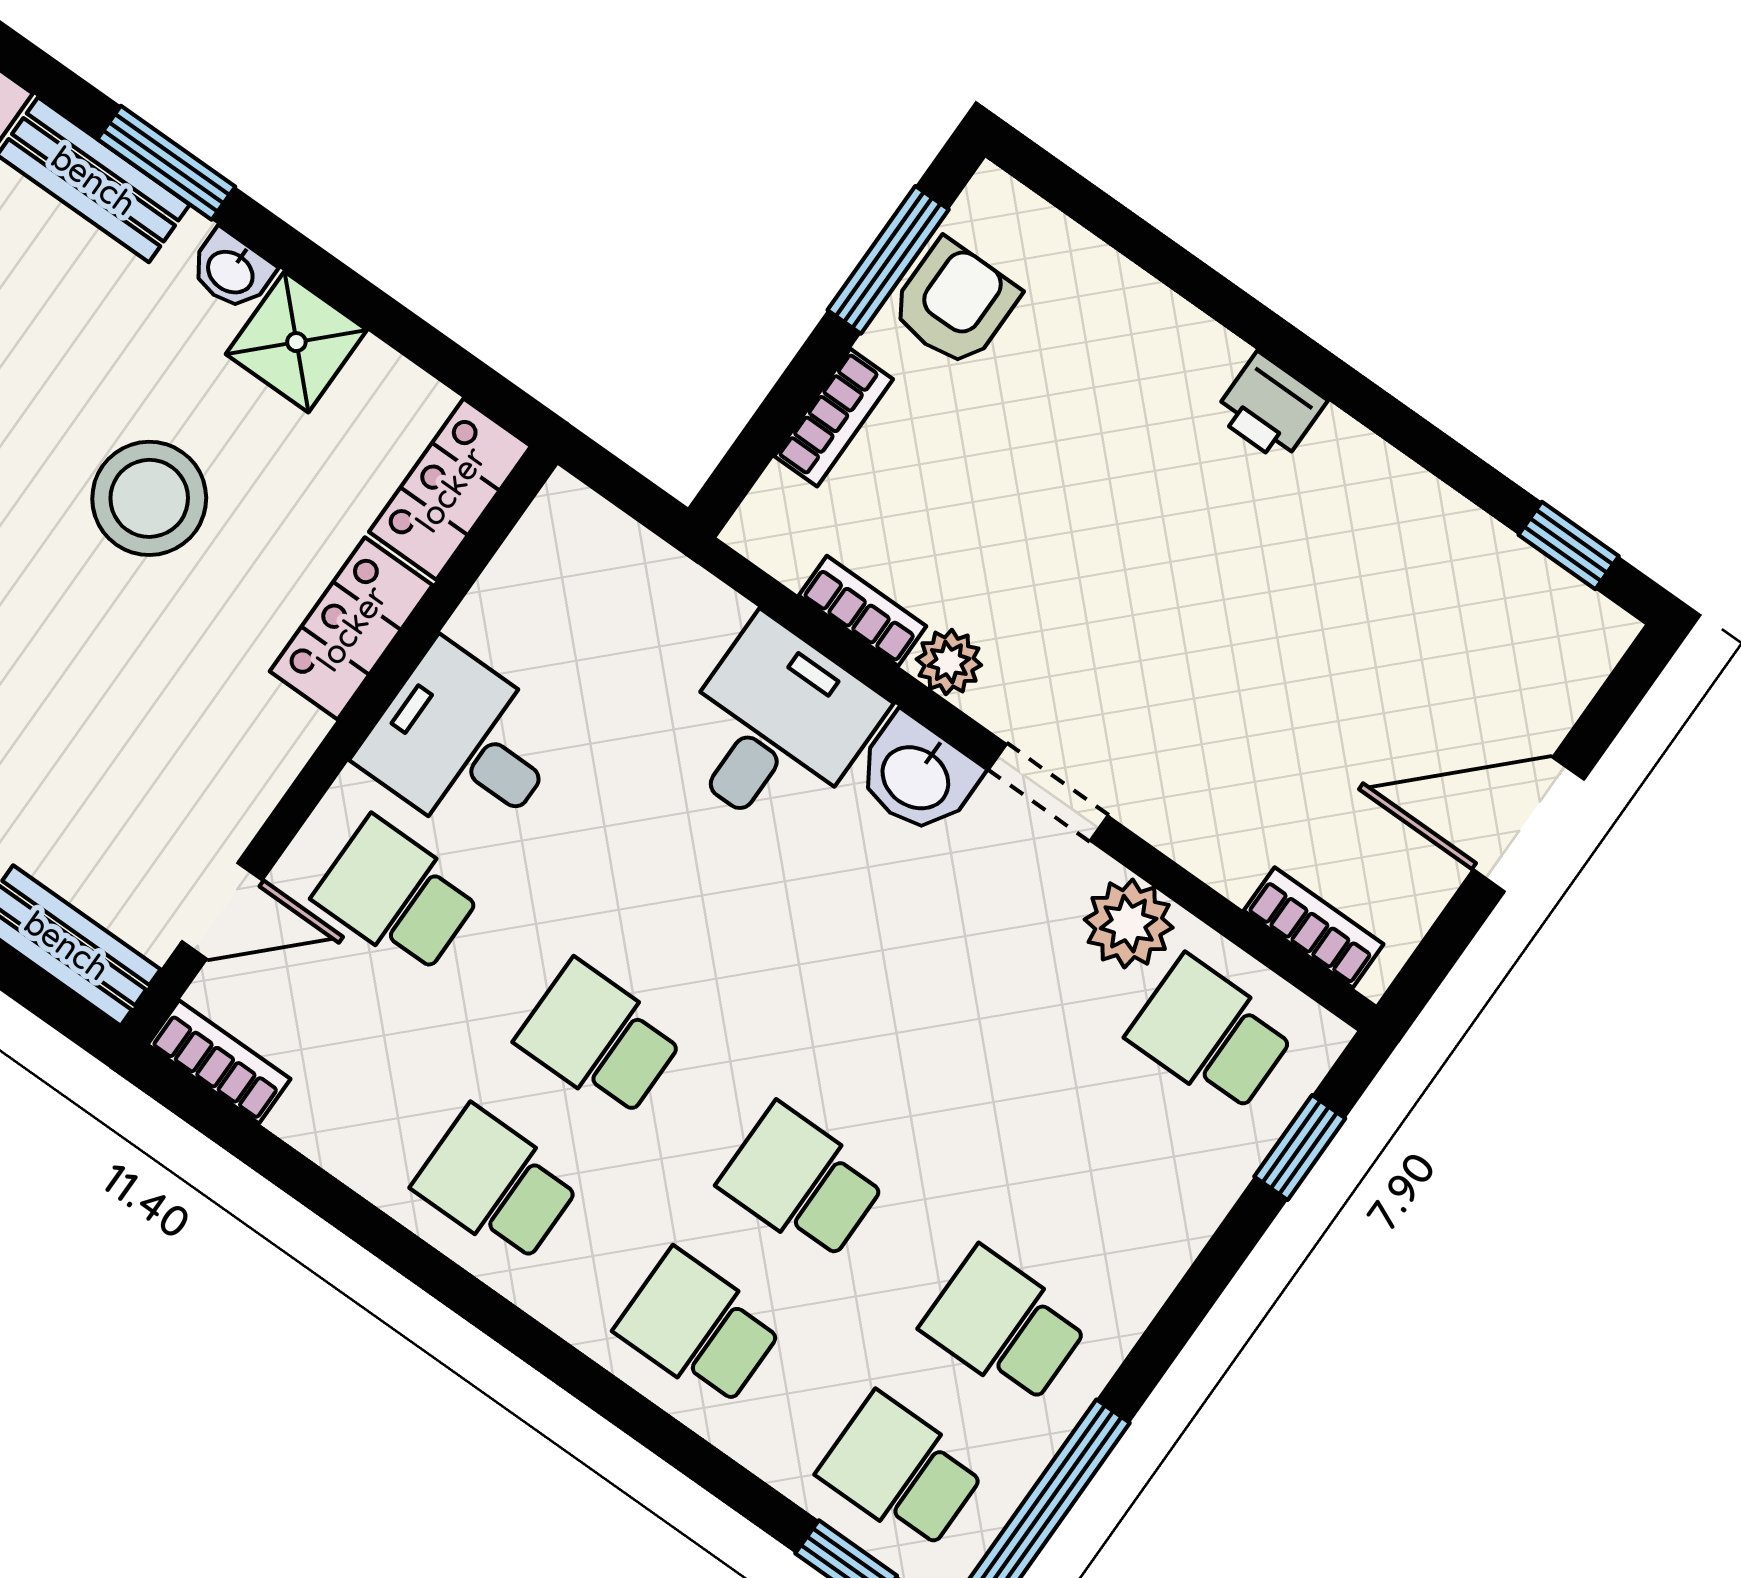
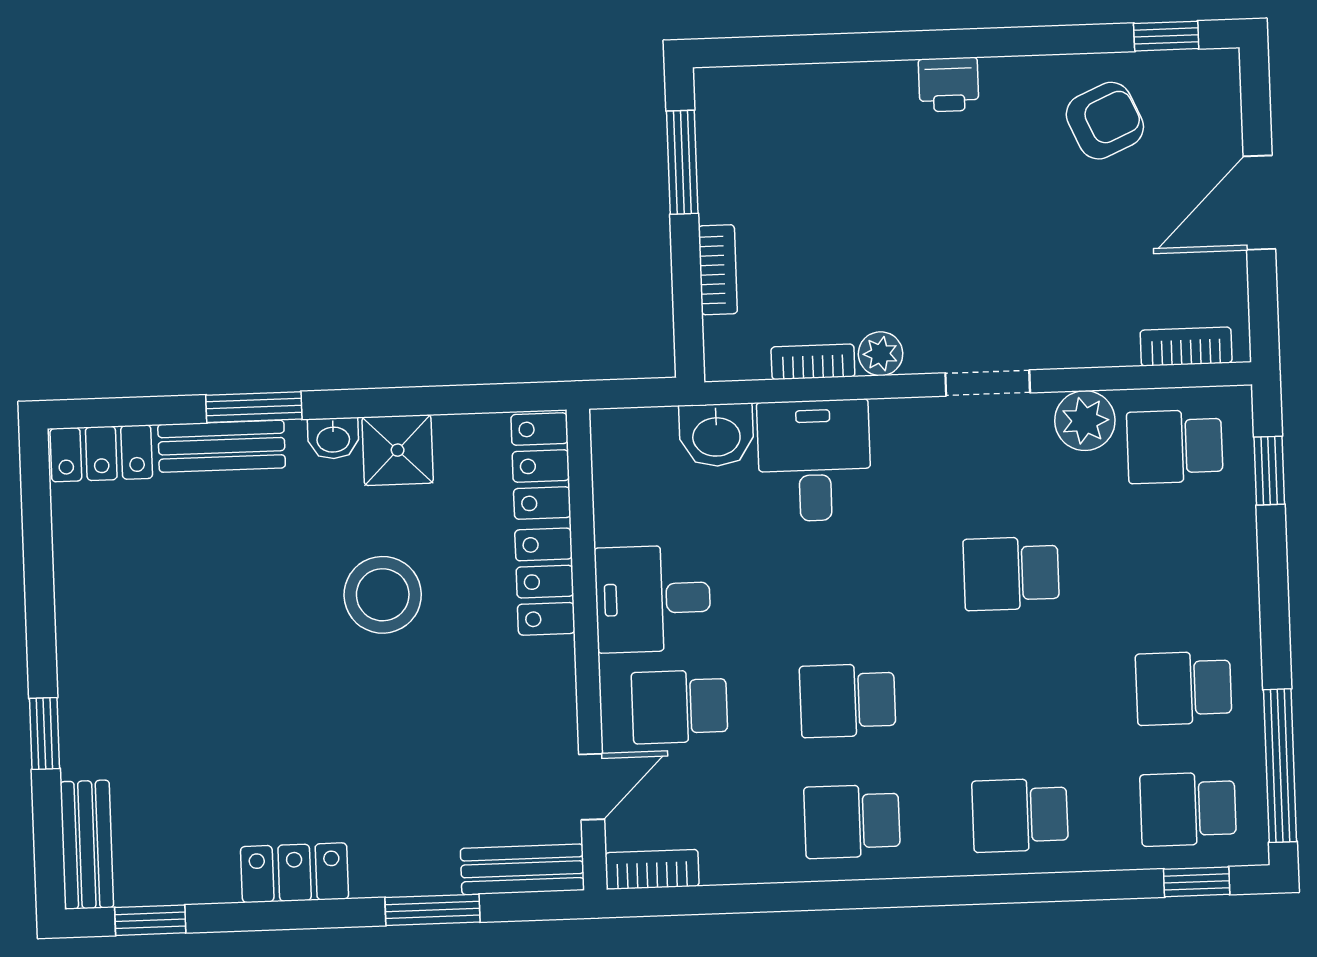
armchair: (954, 303) -> (1105, 121), moved, turned 66
washbasin: (917, 776) -> (716, 435), moved
school desk: (802, 1182) -> (1011, 573), moved

